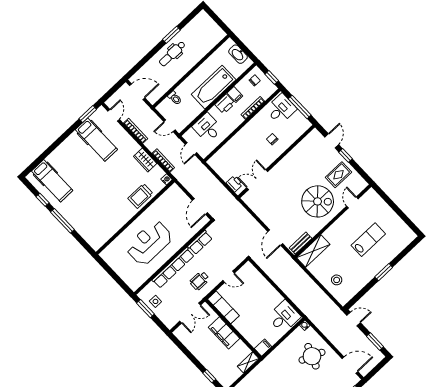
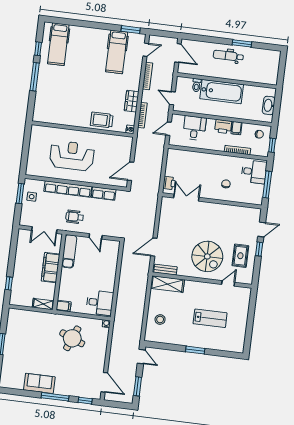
bathtub: (214, 87) -> (222, 92), moved, turned 180
rug: (339, 175) -> (240, 256), turned 90
round table: (312, 356) -> (72, 338), moved

